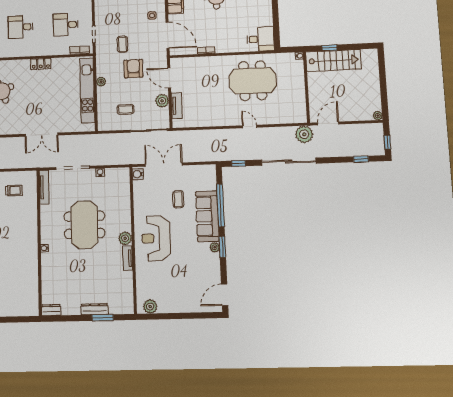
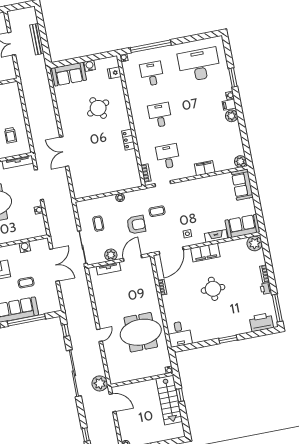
meeting table: (253, 81) -> (141, 332), turned 90
kitchen unit: (87, 90) -> (110, 186), removed
water cooler: (138, 174) -> (25, 247), moved

